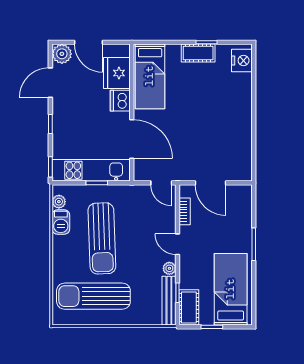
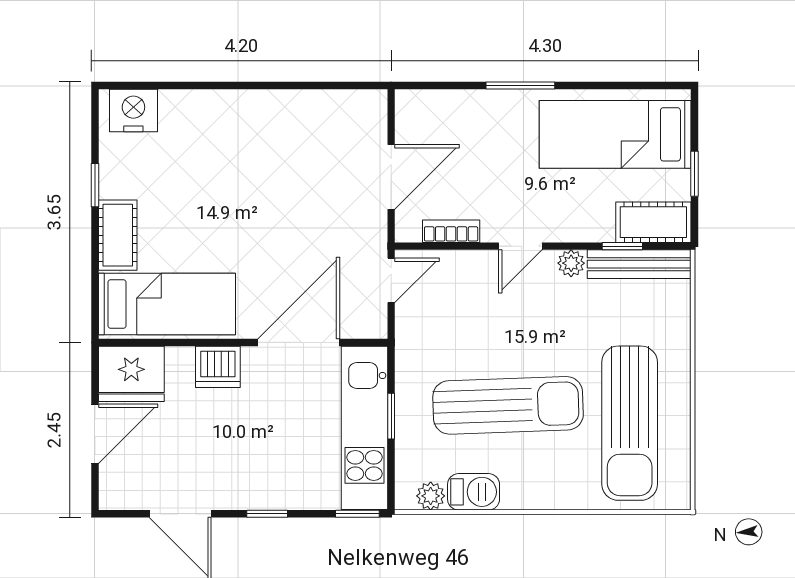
cot: (198, 53) -> (118, 235), moved
plant: (62, 54) -> (119, 490), removed
fridge: (117, 73) -> (131, 374), moved

